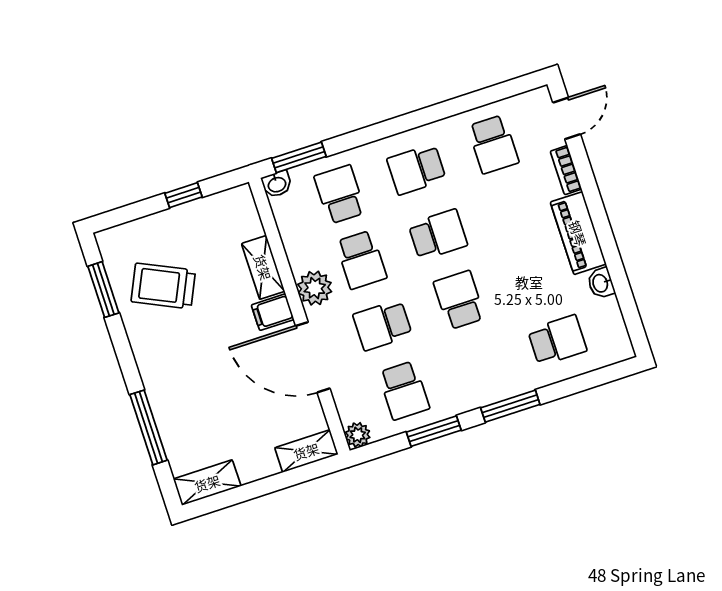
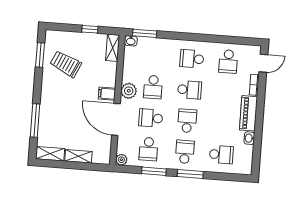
school desk: (340, 194) -> (185, 152), moved
shelving: (263, 267) -> (113, 48), moved
shelving: (306, 451) -> (78, 156), moved

